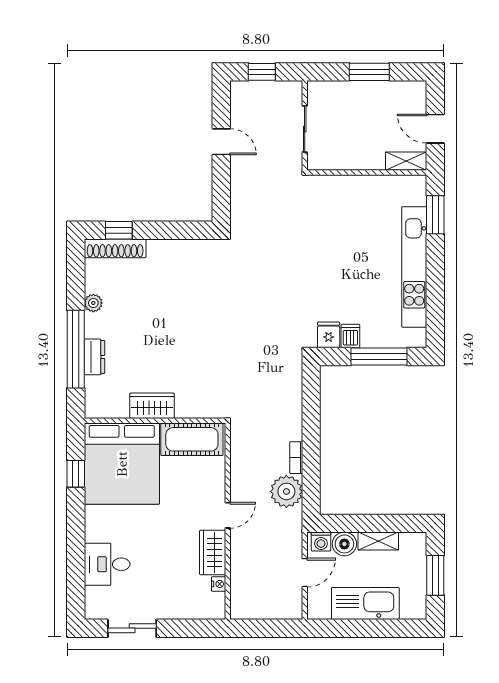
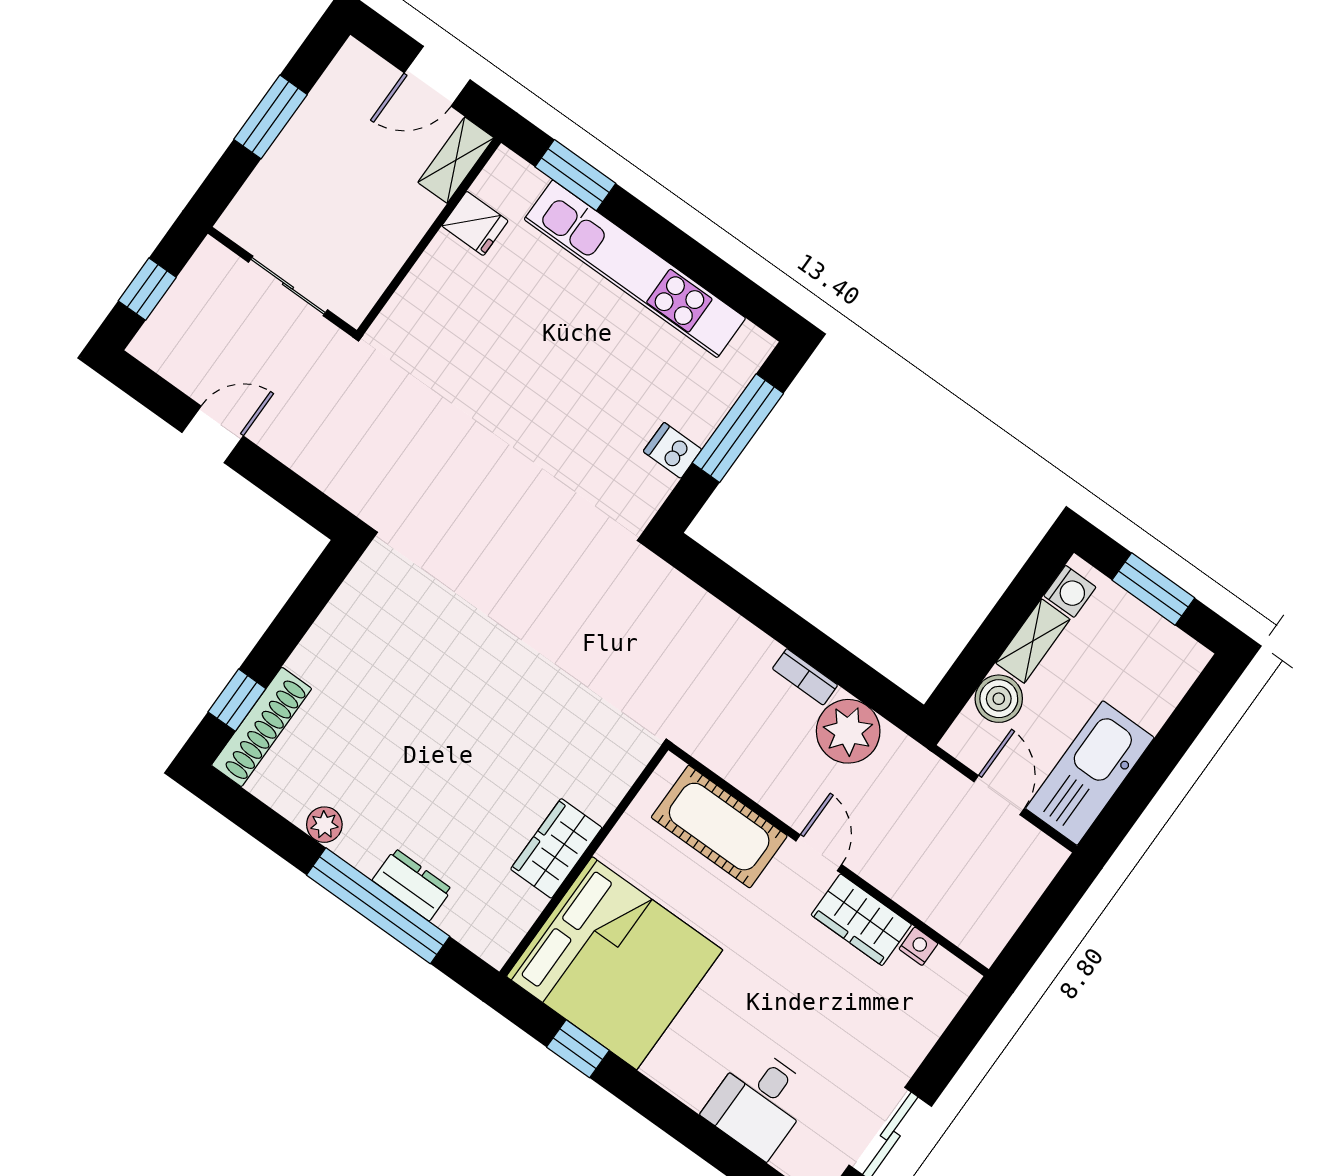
fridge: (329, 335) -> (475, 223), moved, turned 180
cot: (192, 439) -> (719, 827), moved, turned 90
washing machine: (321, 542) -> (1070, 591), moved
kitchen sink: (365, 603) -> (1090, 773), moved

